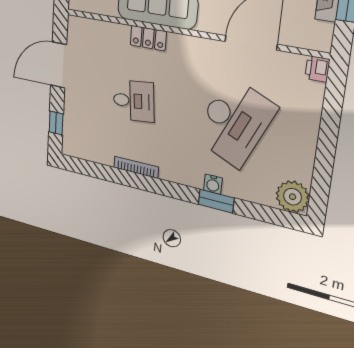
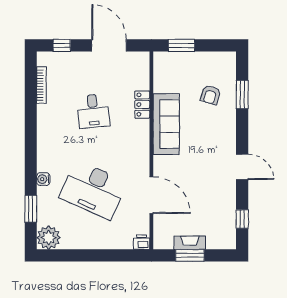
locker: (148, 38) -> (142, 105), moved
bookcase: (136, 167) -> (41, 85), moved
window: (216, 201) -> (31, 209), moved

